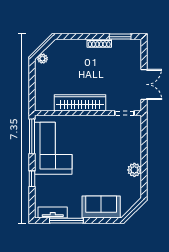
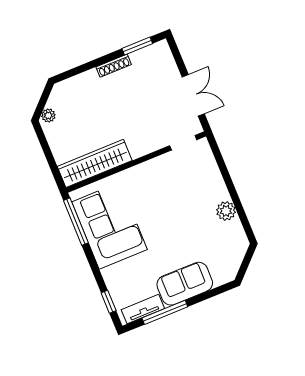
wardrobe: (80, 103) -> (95, 163), moved
window: (32, 179) -> (109, 302), moved
sofa: (101, 207) -> (185, 284), moved

